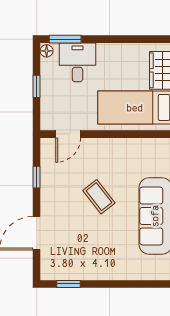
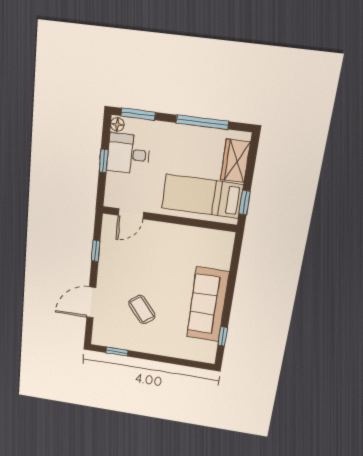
window: (125, 39) -> (202, 122), added
desk: (77, 62) -> (128, 154), moved, turned -90
coffee table: (99, 197) -> (142, 310), moved

